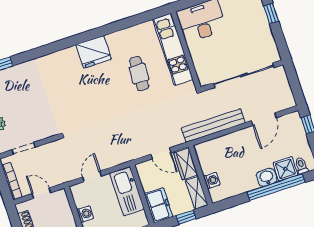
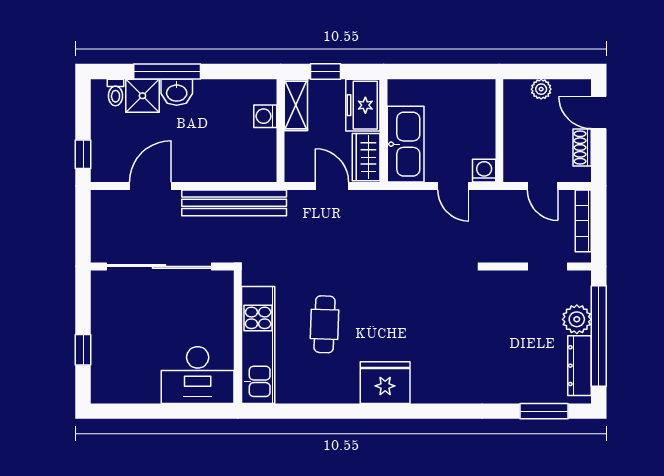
wardrobe: (186, 164) -> (366, 157), moved, turned 180
door: (92, 176) -> (453, 186), hinge flipped
window: (276, 187) -> (167, 72), width x0.68
washing machine: (85, 214) -> (484, 171), moved, turned 90

